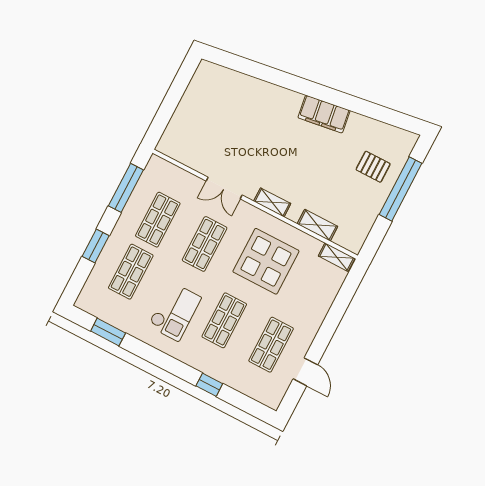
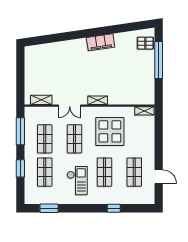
pallet: (373, 167) -> (145, 43), moved
shelving: (317, 225) -> (41, 100), moved

